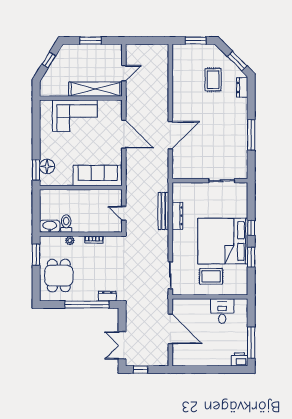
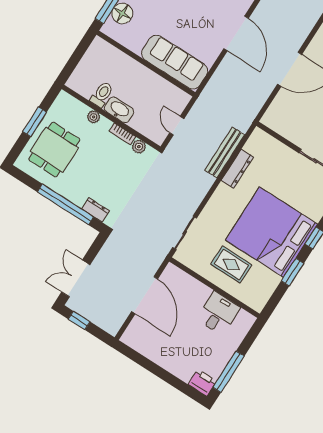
washbasin: (50, 226) -> (119, 110), moved
plant: (109, 241) -> (139, 147), added
window: (36, 255) -> (35, 122), moved

